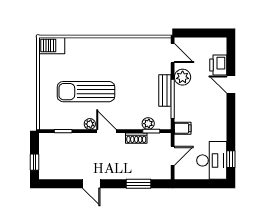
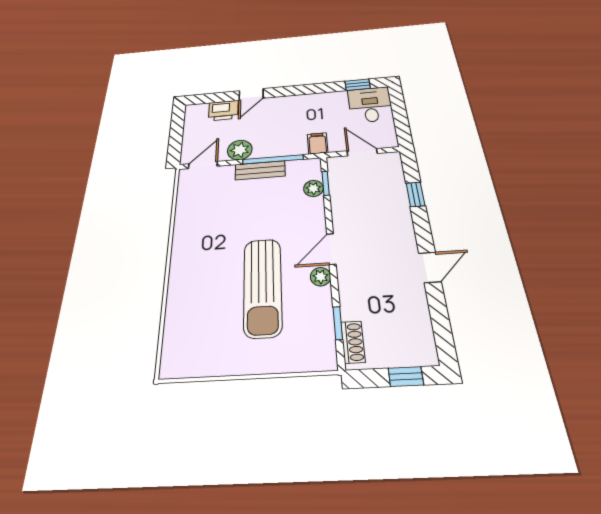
barbecue: (52, 46) -> (176, 353), removed
shoe rack: (136, 138) -> (353, 342), moved
desk: (212, 160) -> (370, 105), width x0.73
window: (138, 184) -> (415, 194), width x0.67

